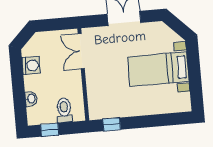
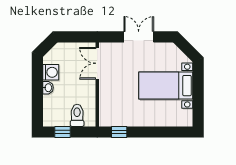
washbasin: (31, 99) -> (48, 88), moved

